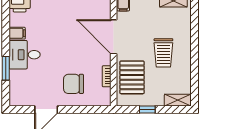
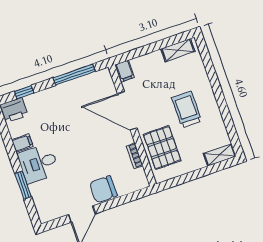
trolley: (163, 53) -> (187, 109), turned 180
chair: (74, 84) -> (103, 189), moved
window: (147, 109) -> (191, 176), removed

